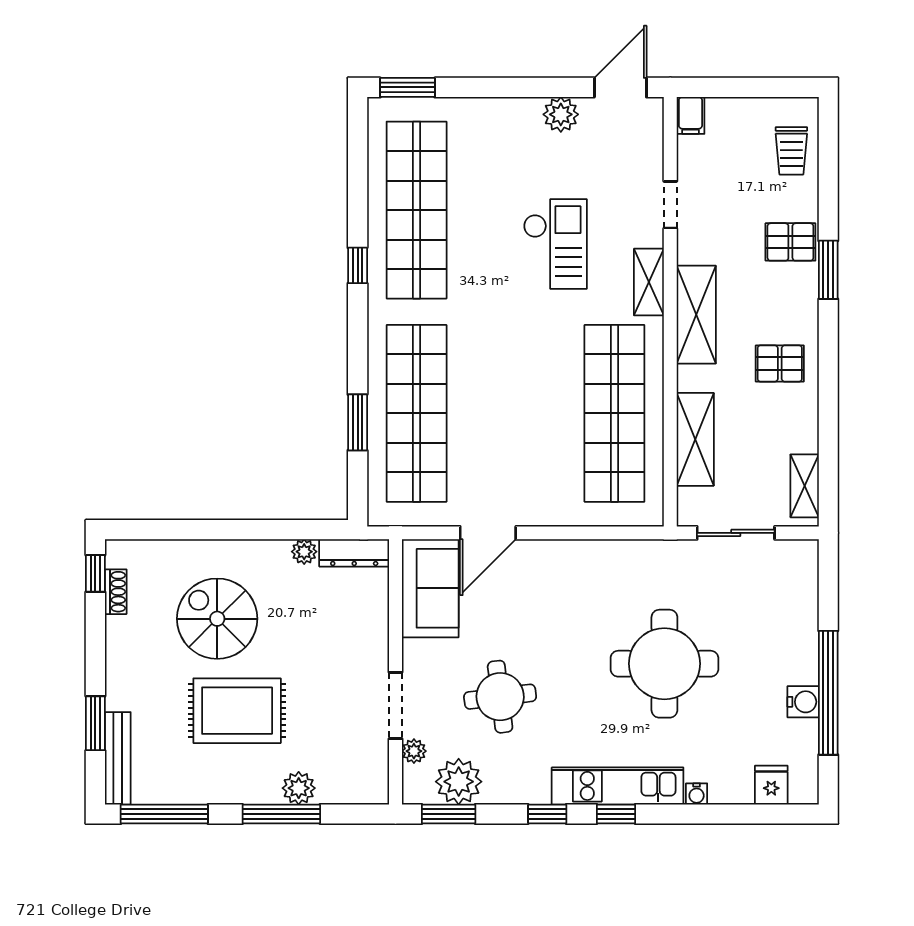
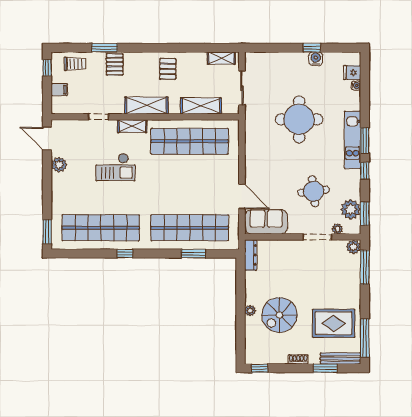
window: (783, 87) -> (47, 68), added
filing cabinet: (690, 115) -> (59, 90), moved
checkout: (555, 244) -> (116, 167), turned 180
window: (828, 270) -> (105, 48), moved
plant: (304, 552) -> (250, 311), moved
shoe rack: (116, 592) -> (298, 359), moved
window: (828, 693) -> (312, 48), width x0.32
rug: (237, 711) -> (334, 323), moved, turned 90
plant: (299, 788) -> (354, 247), moved
water cooler: (697, 794) -> (356, 86), moved
window: (281, 814) -> (365, 267), moved
window: (616, 814) -> (365, 141), width x1.50

